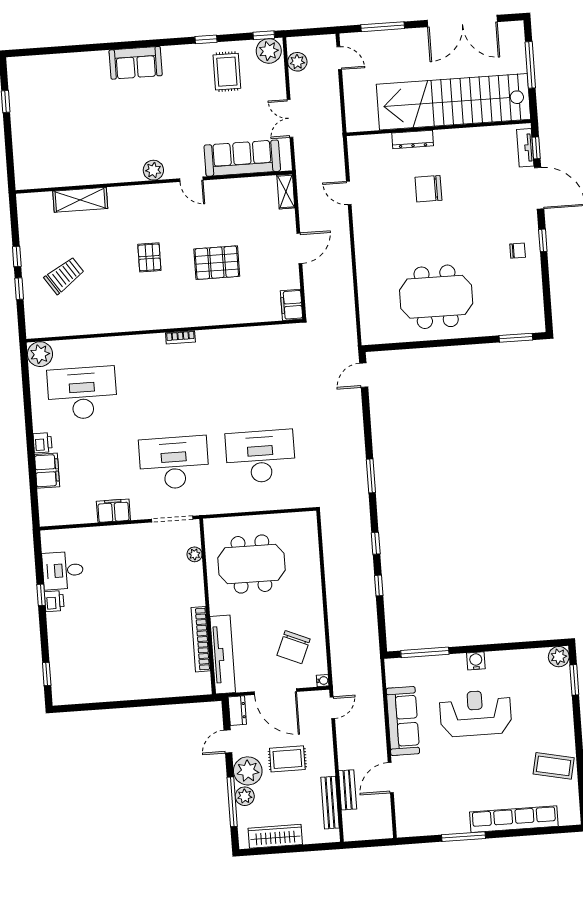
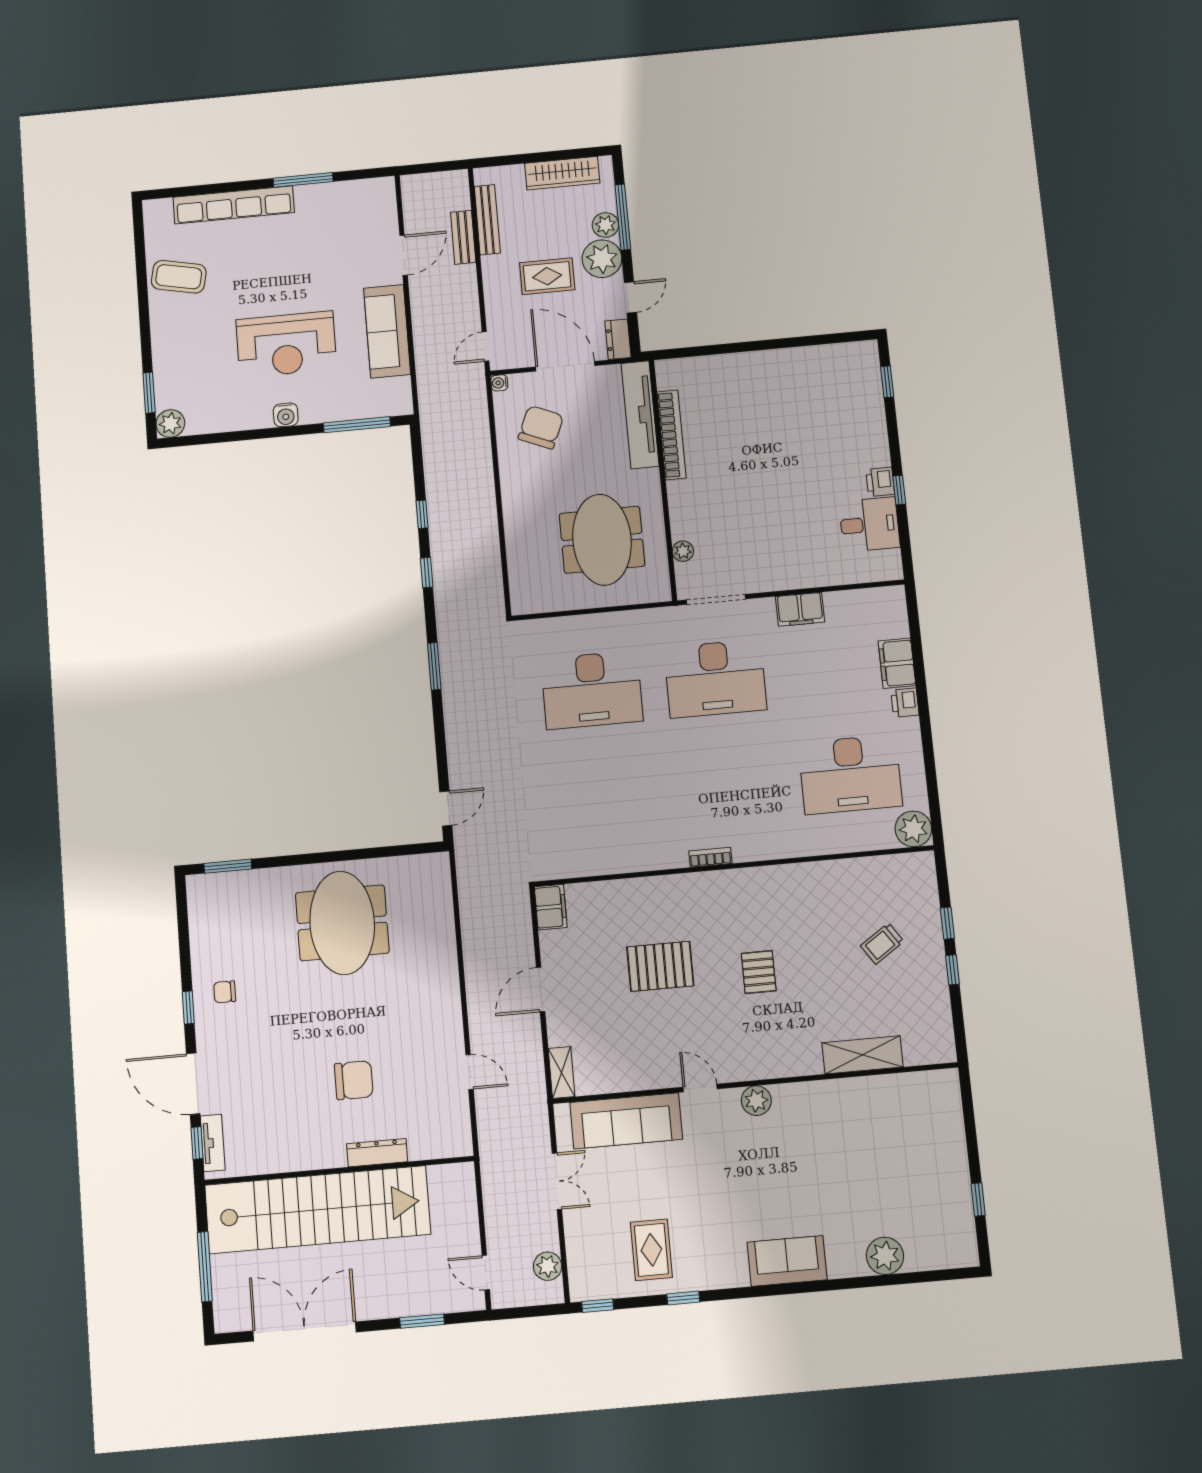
window: (383, 27) -> (422, 1321), width x0.69
plant: (269, 51) -> (885, 1256), moved
trolley: (64, 275) -> (882, 944), width x0.73, depth x0.72
meeting table: (436, 297) -> (342, 923), turned 90
meeting table: (251, 564) -> (602, 540), turned 90

